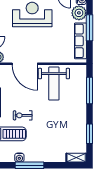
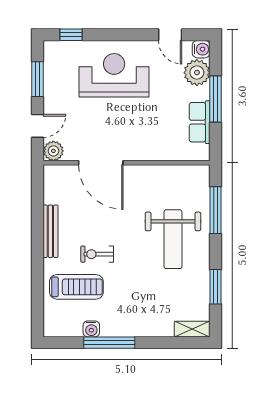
row of seats: (80, 41) -> (200, 122), width x0.68
weight bench: (54, 84) -> (173, 239), moved

